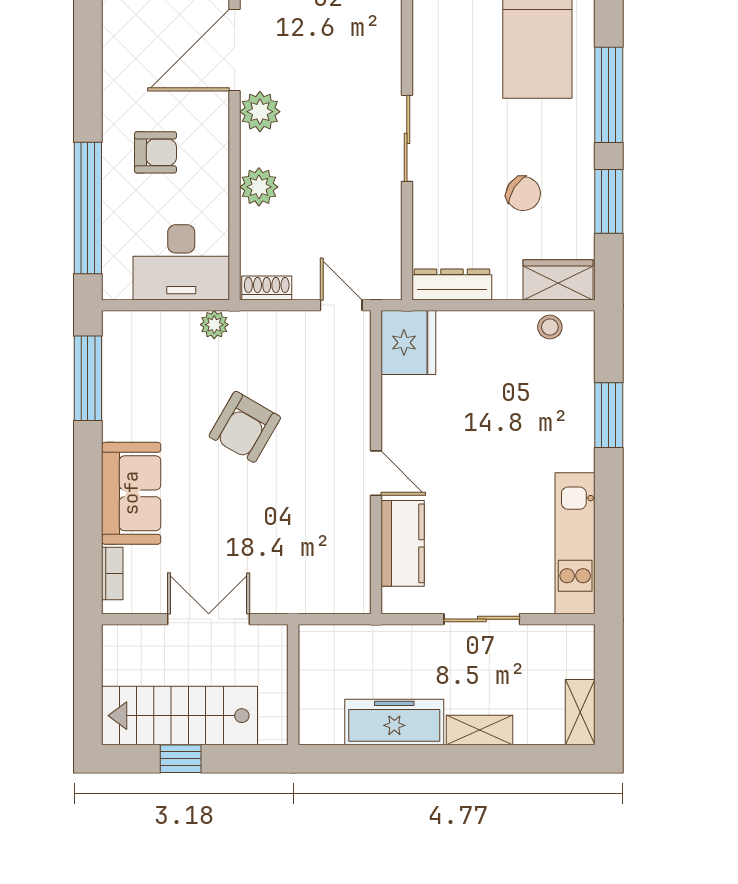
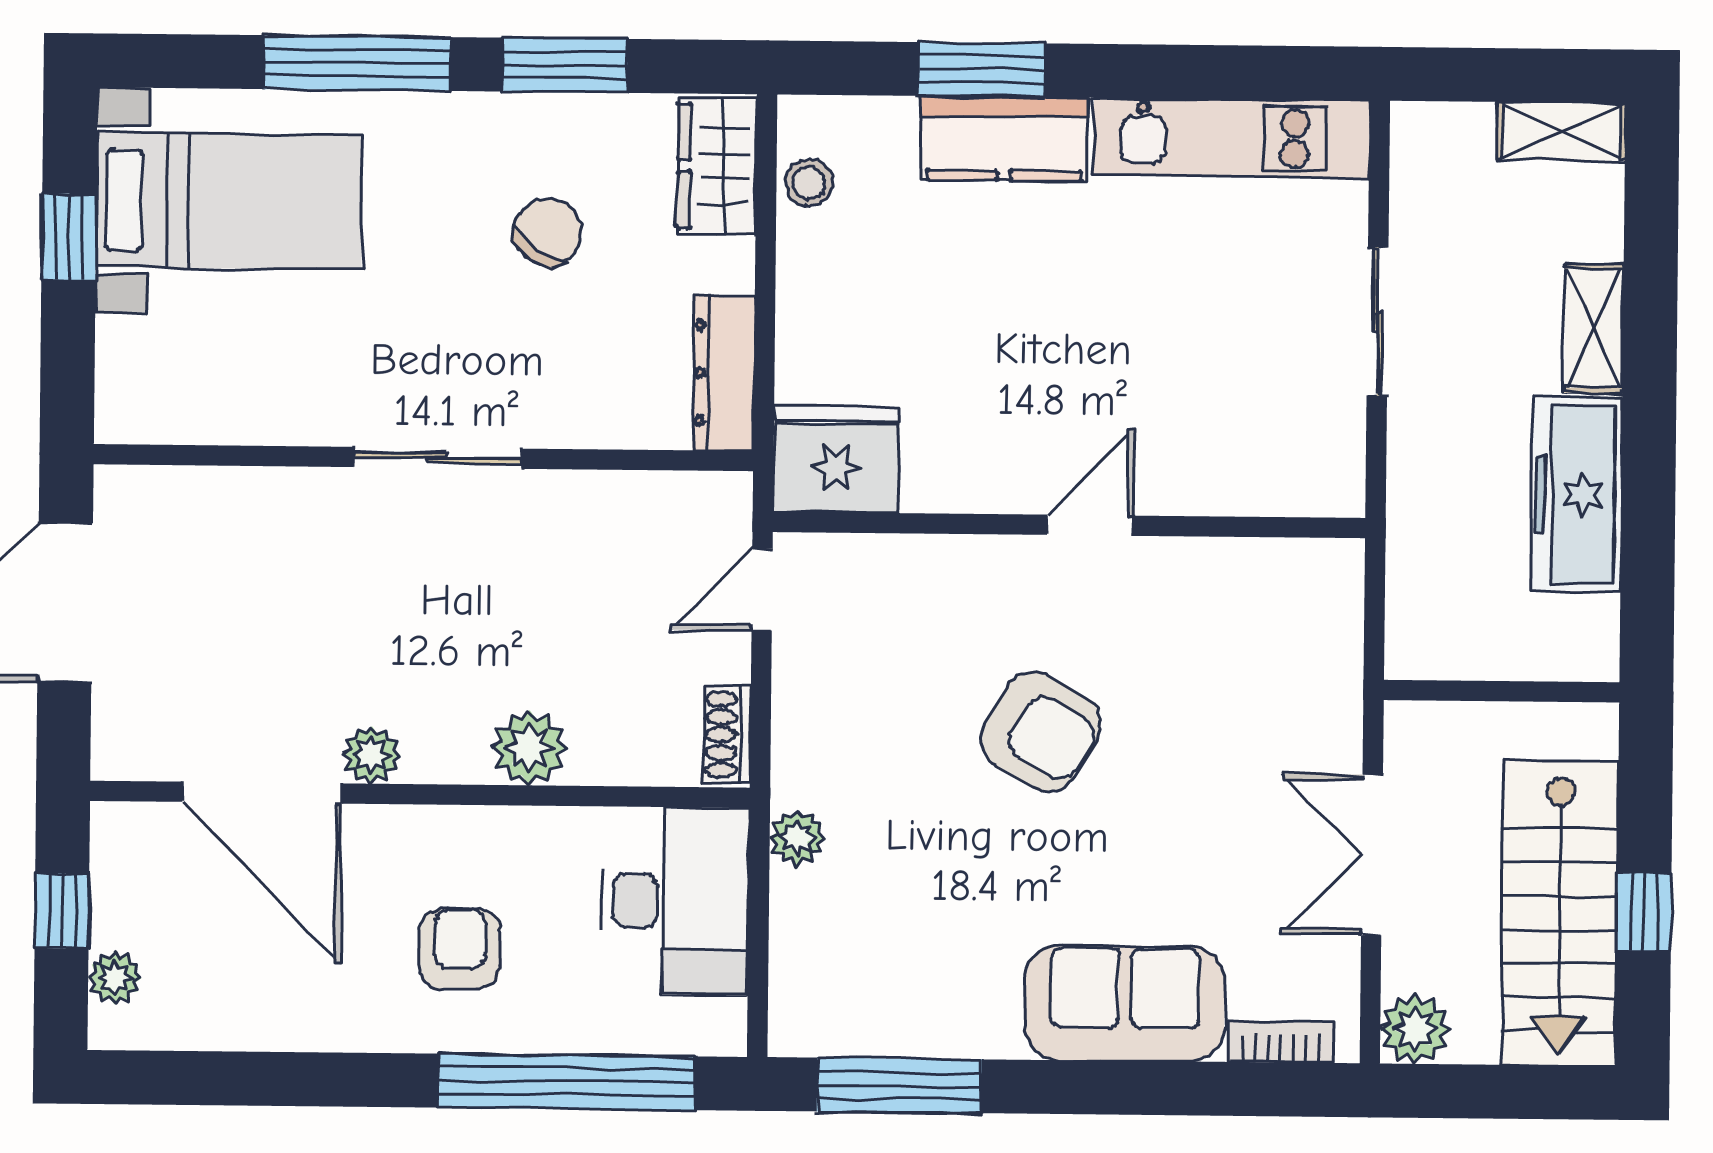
plant: (260, 112) -> (372, 755), width x0.73, depth x0.73
armchair: (245, 427) -> (1041, 731), moved
kitchen counter: (403, 543) -> (1004, 139), moved, turned 180
plant: (120, 642) -> (1415, 1029), added

